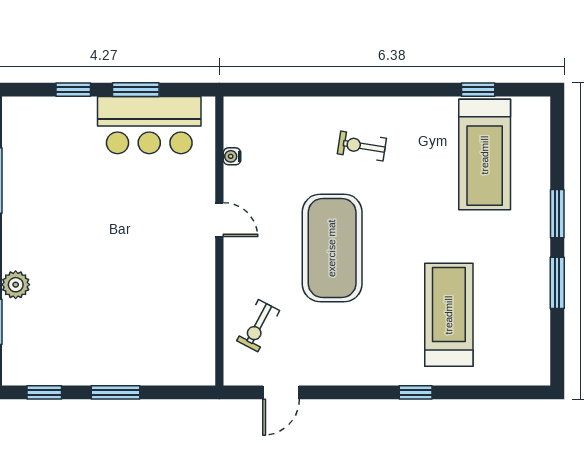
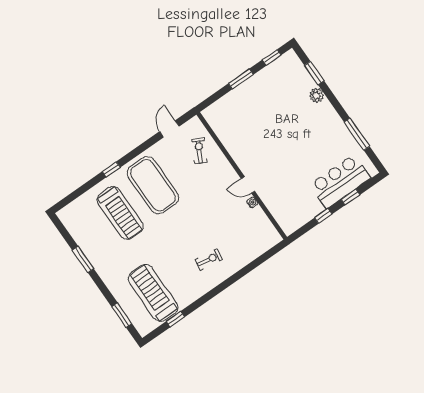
window: (136, 90) -> (323, 216), width x0.67
bar counter: (149, 125) -> (340, 181), moved
water cooler: (232, 156) -> (252, 202), moved
window: (557, 214) -> (122, 315), moved
exercise mat: (332, 248) -> (153, 185), moved

